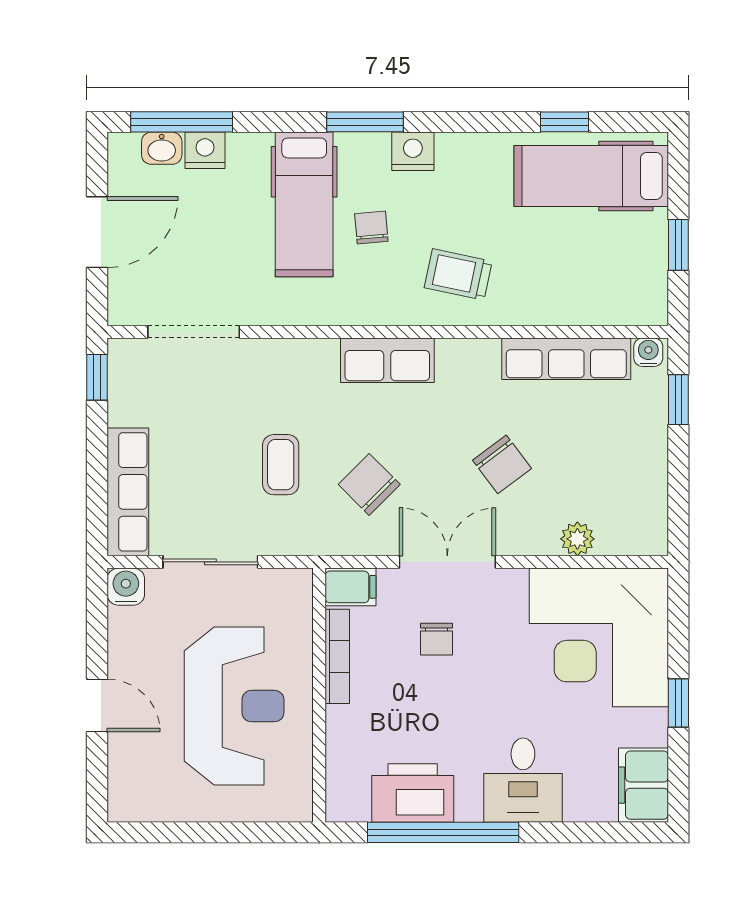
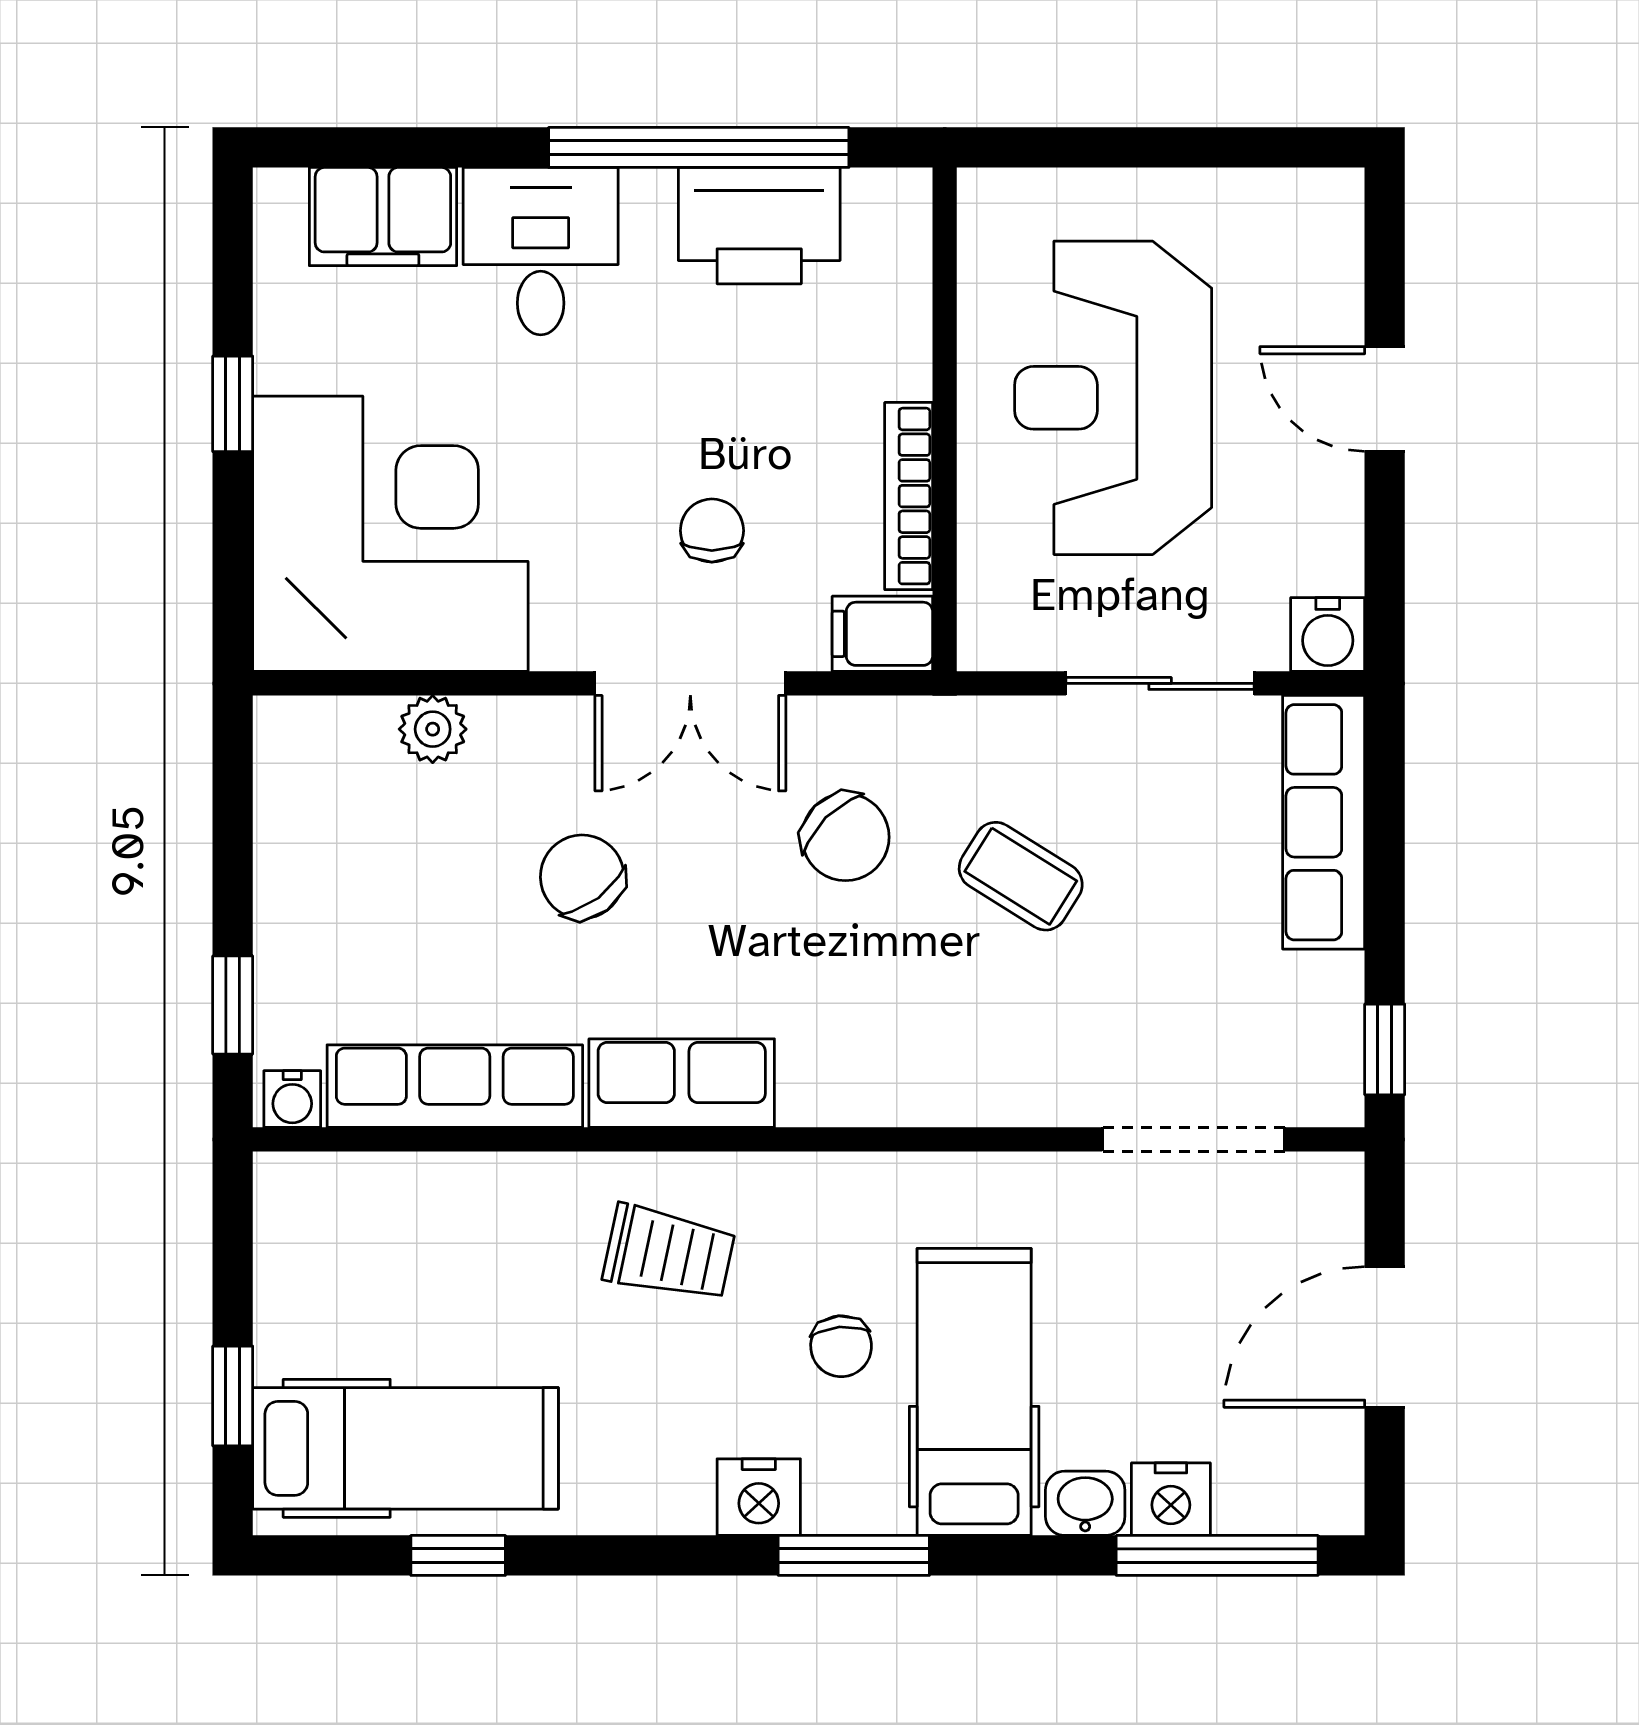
washbasin: (162, 148) -> (1085, 1503), moved
window: (678, 245) -> (233, 1396), moved
row of seats: (387, 360) -> (682, 1083), moved
coffee table: (281, 465) -> (1021, 876), turned -58
filing cabinet: (644, 785) -> (383, 217), moved, turned 90

